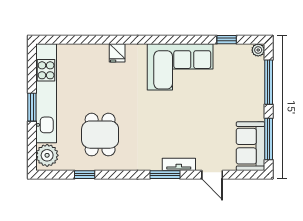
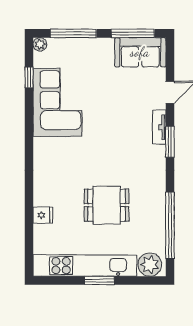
fridge: (117, 53) -> (43, 215), moved
corner sofa: (180, 67) -> (57, 102), moved
dining table: (100, 135) -> (107, 205), moved
window: (85, 175) -> (170, 225), width x3.17

